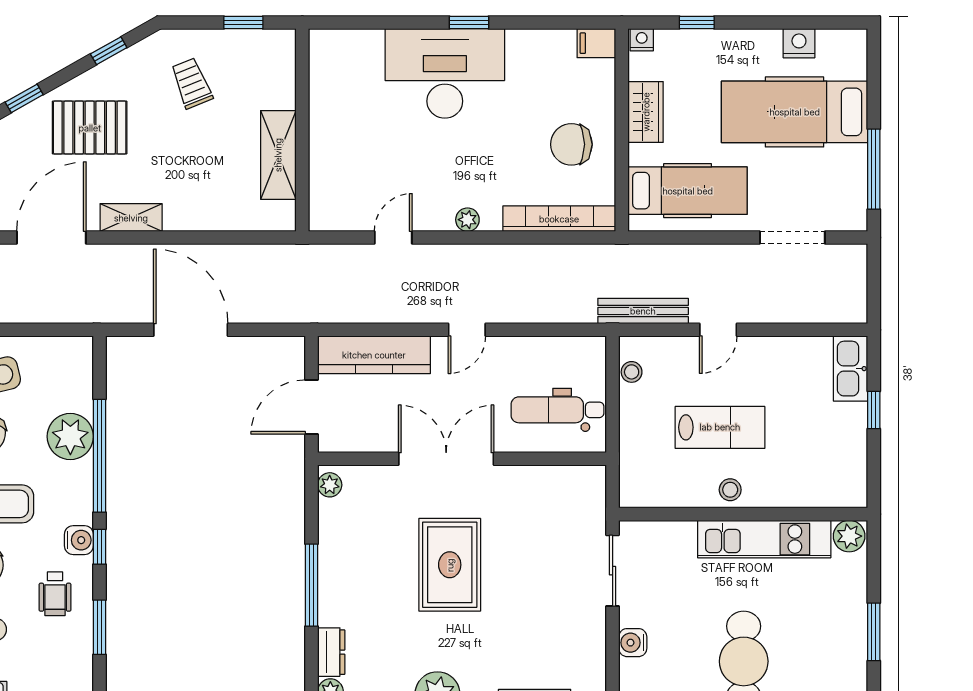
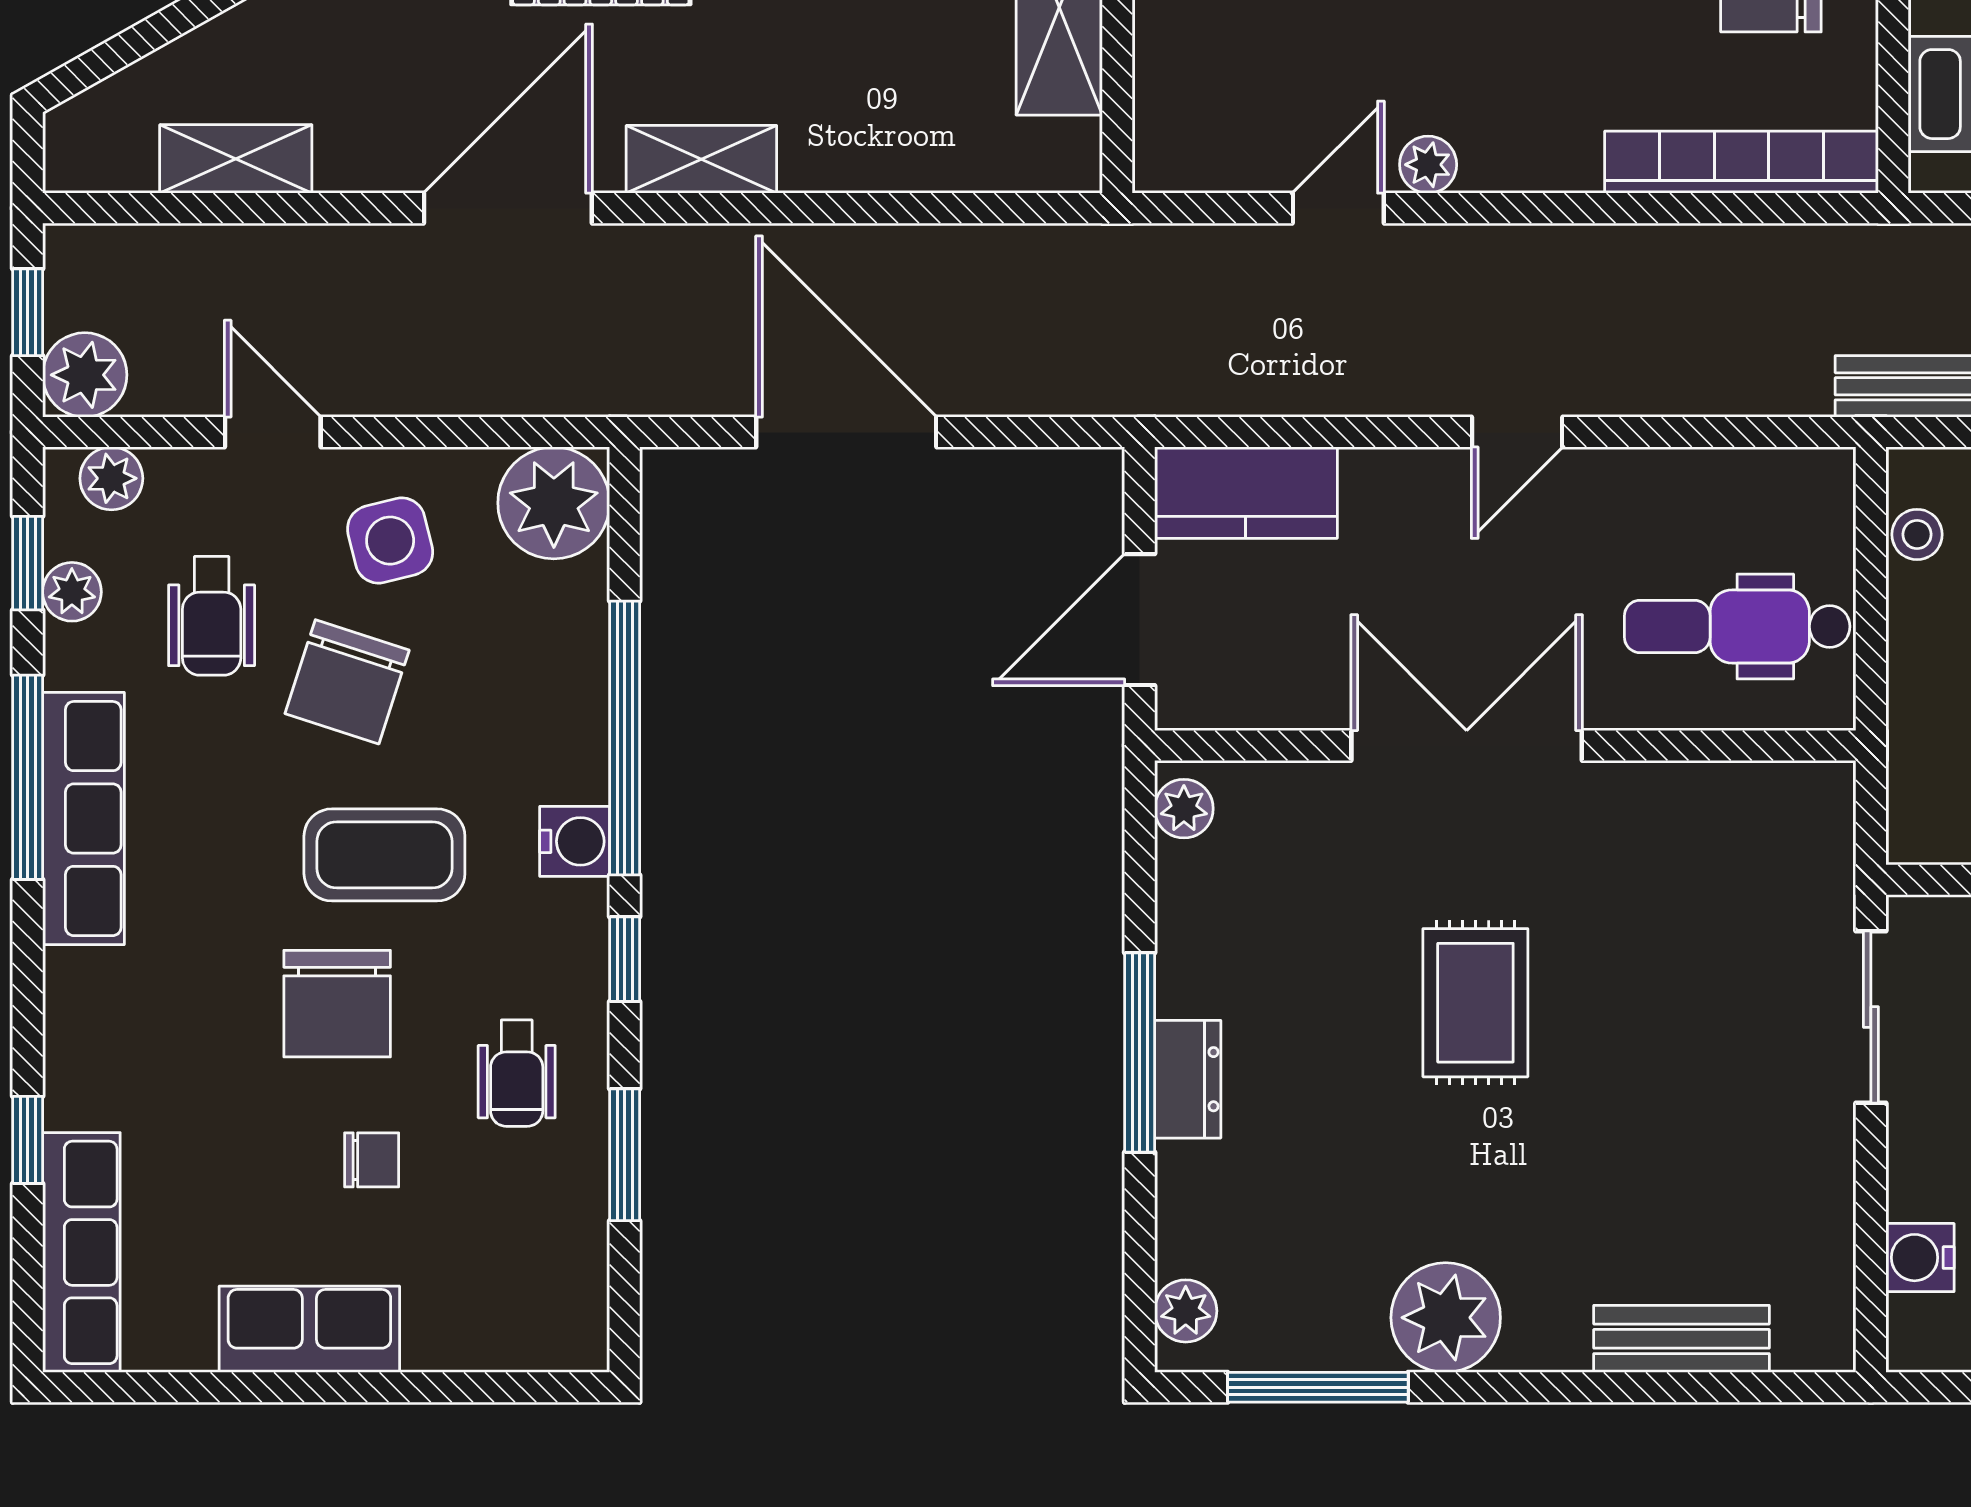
plant: (467, 220) -> (1428, 165), moved
kitchen counter: (374, 355) -> (1246, 493), width x0.67
plant: (70, 436) -> (554, 503), moved
water cooler: (79, 540) -> (575, 841), moved
rug: (450, 565) -> (1475, 1003), width x0.73, depth x0.70
water cooler: (633, 643) -> (1920, 1258), moved
dresser: (331, 652) -> (1188, 1079), moved

